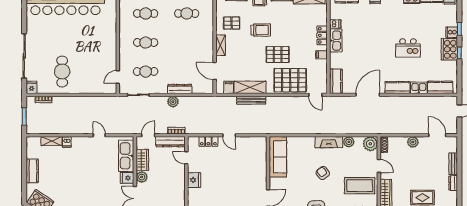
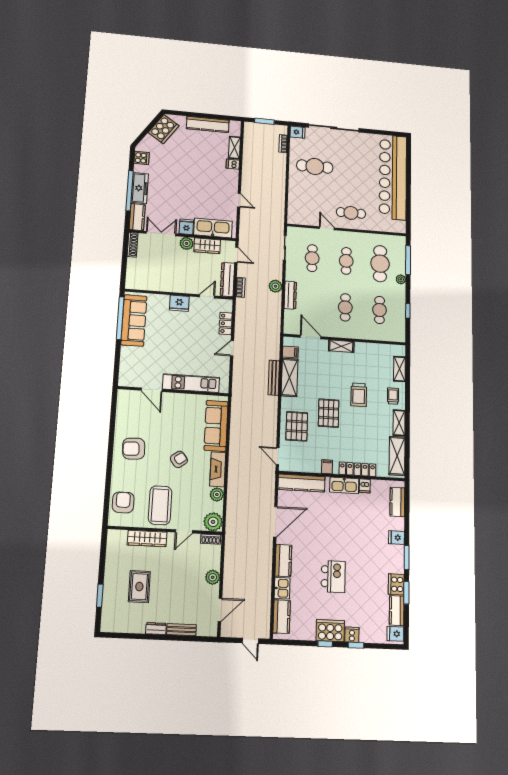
cafe table: (146, 13) -> (380, 264), width x1.37, depth x1.35
pallet: (232, 23) -> (367, 361), removed
locker: (322, 35) -> (357, 469), width x1.53
cafe table: (102, 39) -> (351, 213), added
cafe table: (187, 43) -> (345, 307), added
kitchen island: (408, 48) -> (333, 577), turned 180
door: (215, 71) -> (311, 337), hinge flipped
door: (118, 77) -> (327, 228), moved
pallet: (290, 80) -> (297, 426), width x0.73, depth x0.71
kitchen counter: (336, 81) -> (301, 483), width x1.50
door: (315, 95) -> (278, 456), hinge flipped
door: (368, 95) -> (275, 522), hinge flipped
door: (99, 135) -> (239, 200), hinge flipped
sofa: (278, 157) -> (216, 426), moved, turned 90
kitchen unit: (260, 167) -> (191, 383), added
kitchen counter: (32, 171) -> (208, 124), width x1.50

